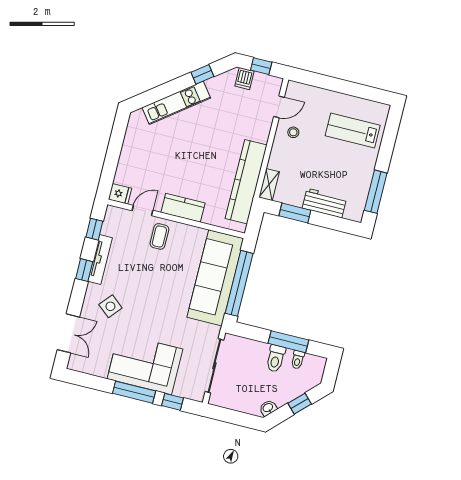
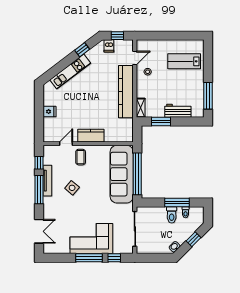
kitchen counter: (246, 182) -> (126, 92), moved
fridge: (120, 194) -> (50, 112), moved
window: (84, 270) -> (39, 190), width x2.17
side table: (110, 306) -> (72, 188), moved

